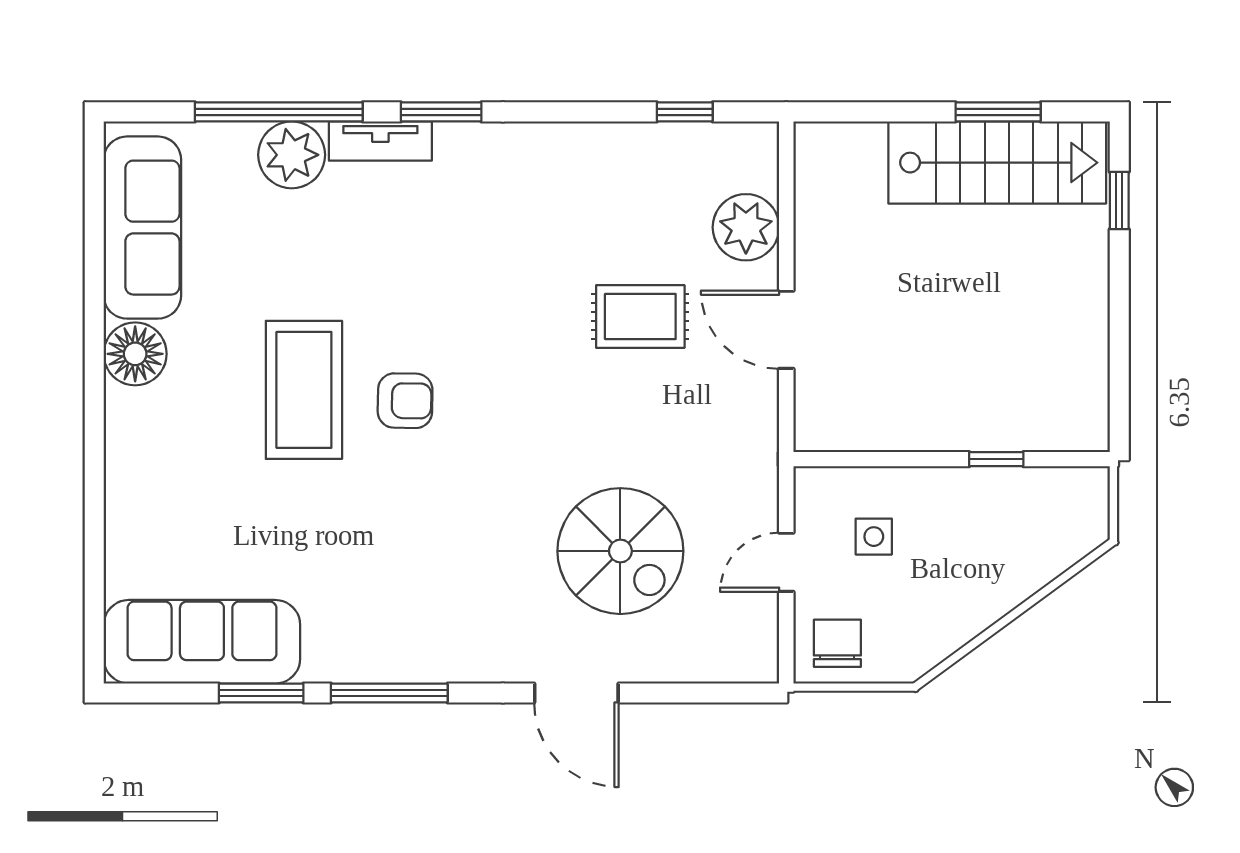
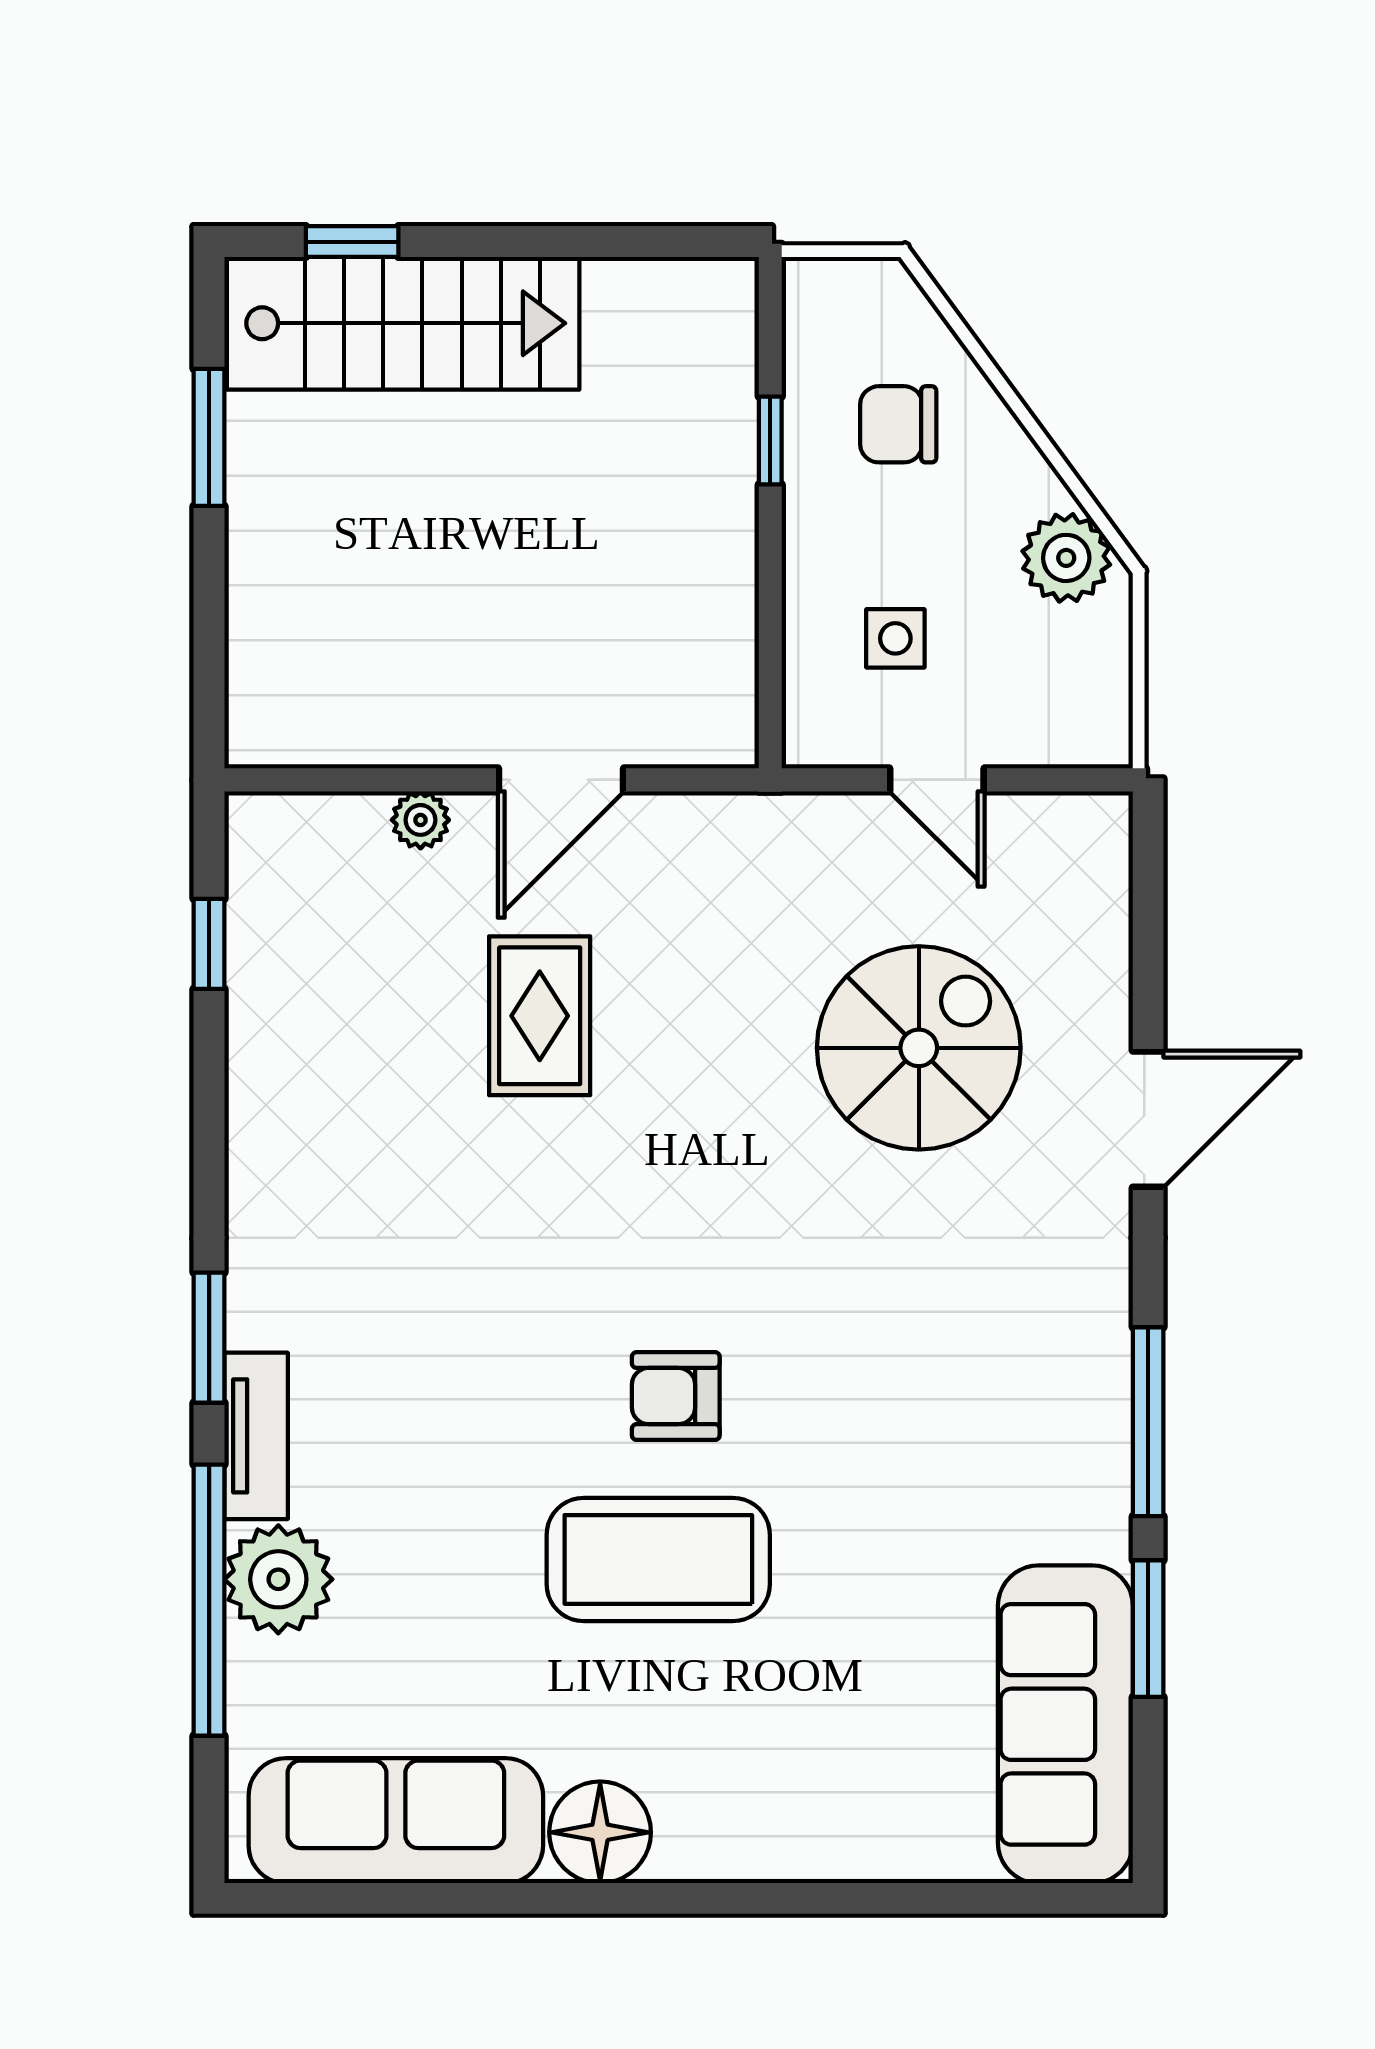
stairs: (997, 163) -> (403, 323), moved, turned 90
plant: (746, 227) -> (420, 820), width x0.53, depth x0.53
armchair: (405, 401) -> (676, 1396), turned -91
plant: (924, 642) -> (1066, 558), added
chair: (837, 643) -> (898, 424), moved

